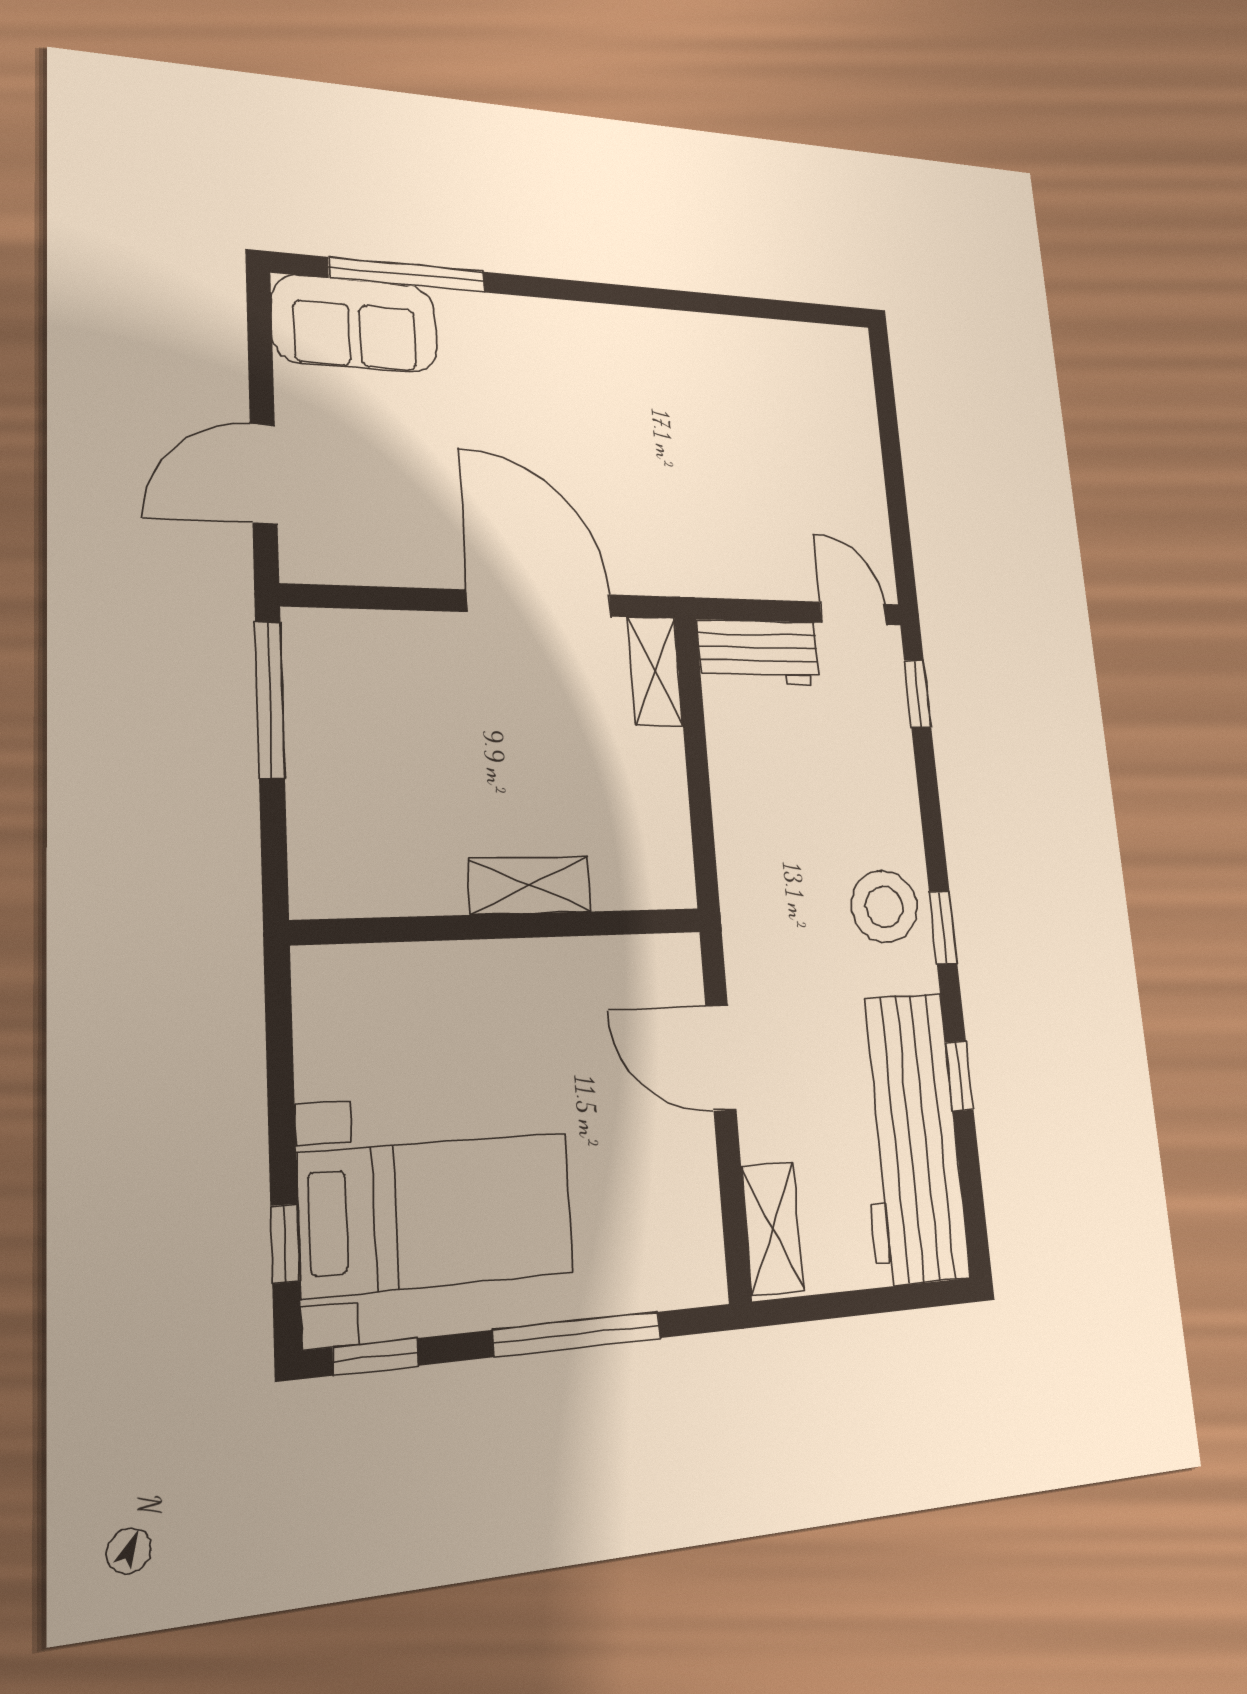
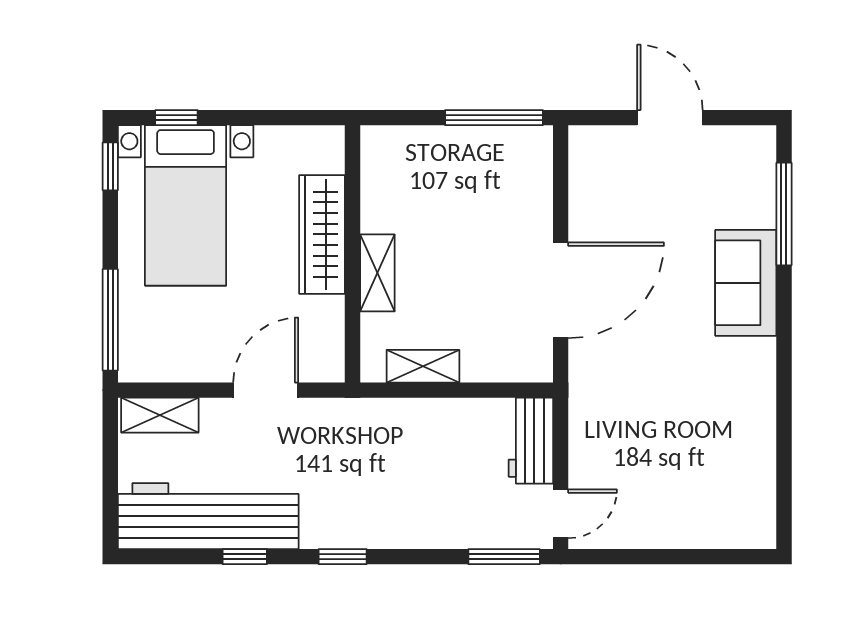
sofa: (355, 324) -> (746, 283), moved
door: (264, 474) -> (670, 118), moved
shelving: (655, 671) -> (423, 366), moved
window: (918, 694) -> (504, 557), width x1.50
stool: (884, 907) -> (358, 515), removed
wardrobe: (474, 977) -> (322, 234), added
window: (577, 1334) -> (110, 320), moved

